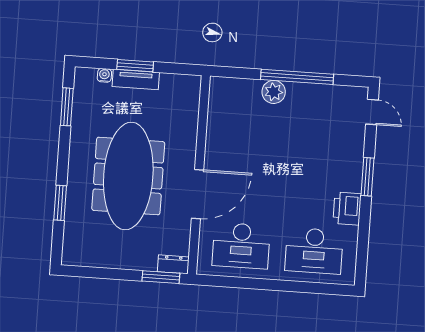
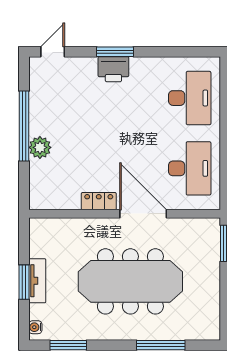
water cooler: (104, 75) -> (35, 327), moved
locker: (214, 149) -> (99, 201), added
window: (60, 203) -> (161, 345), width x1.44
printer: (347, 209) -> (113, 69), moved
dresser: (173, 264) -> (212, 232), removed

